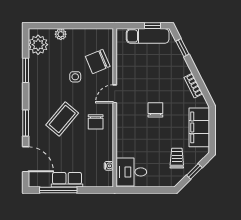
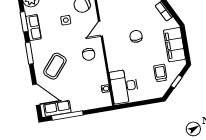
row of seats: (35, 79) -> (33, 28), added
coffee table: (62, 119) -> (55, 66), moved
window: (26, 123) -> (29, 53), moved
desk: (131, 172) -> (124, 86), width x1.37
row of seats: (67, 180) -> (57, 108), moved

